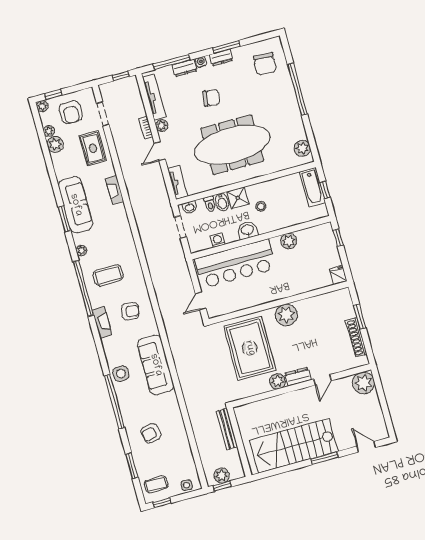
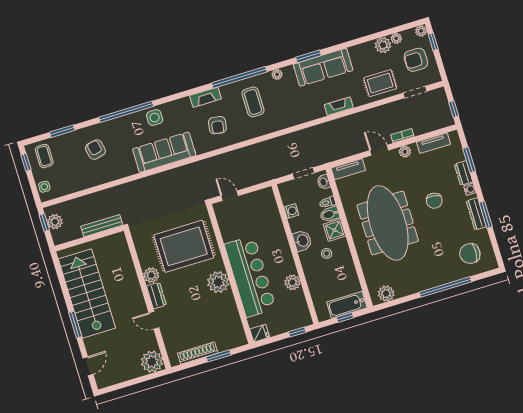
dresser: (221, 58) -> (476, 214), width x1.44
window: (172, 62) -> (469, 160), width x0.69
tv unit: (154, 97) -> (433, 143), width x0.71
bar counter: (235, 264) -> (250, 276), moved, turned 180

